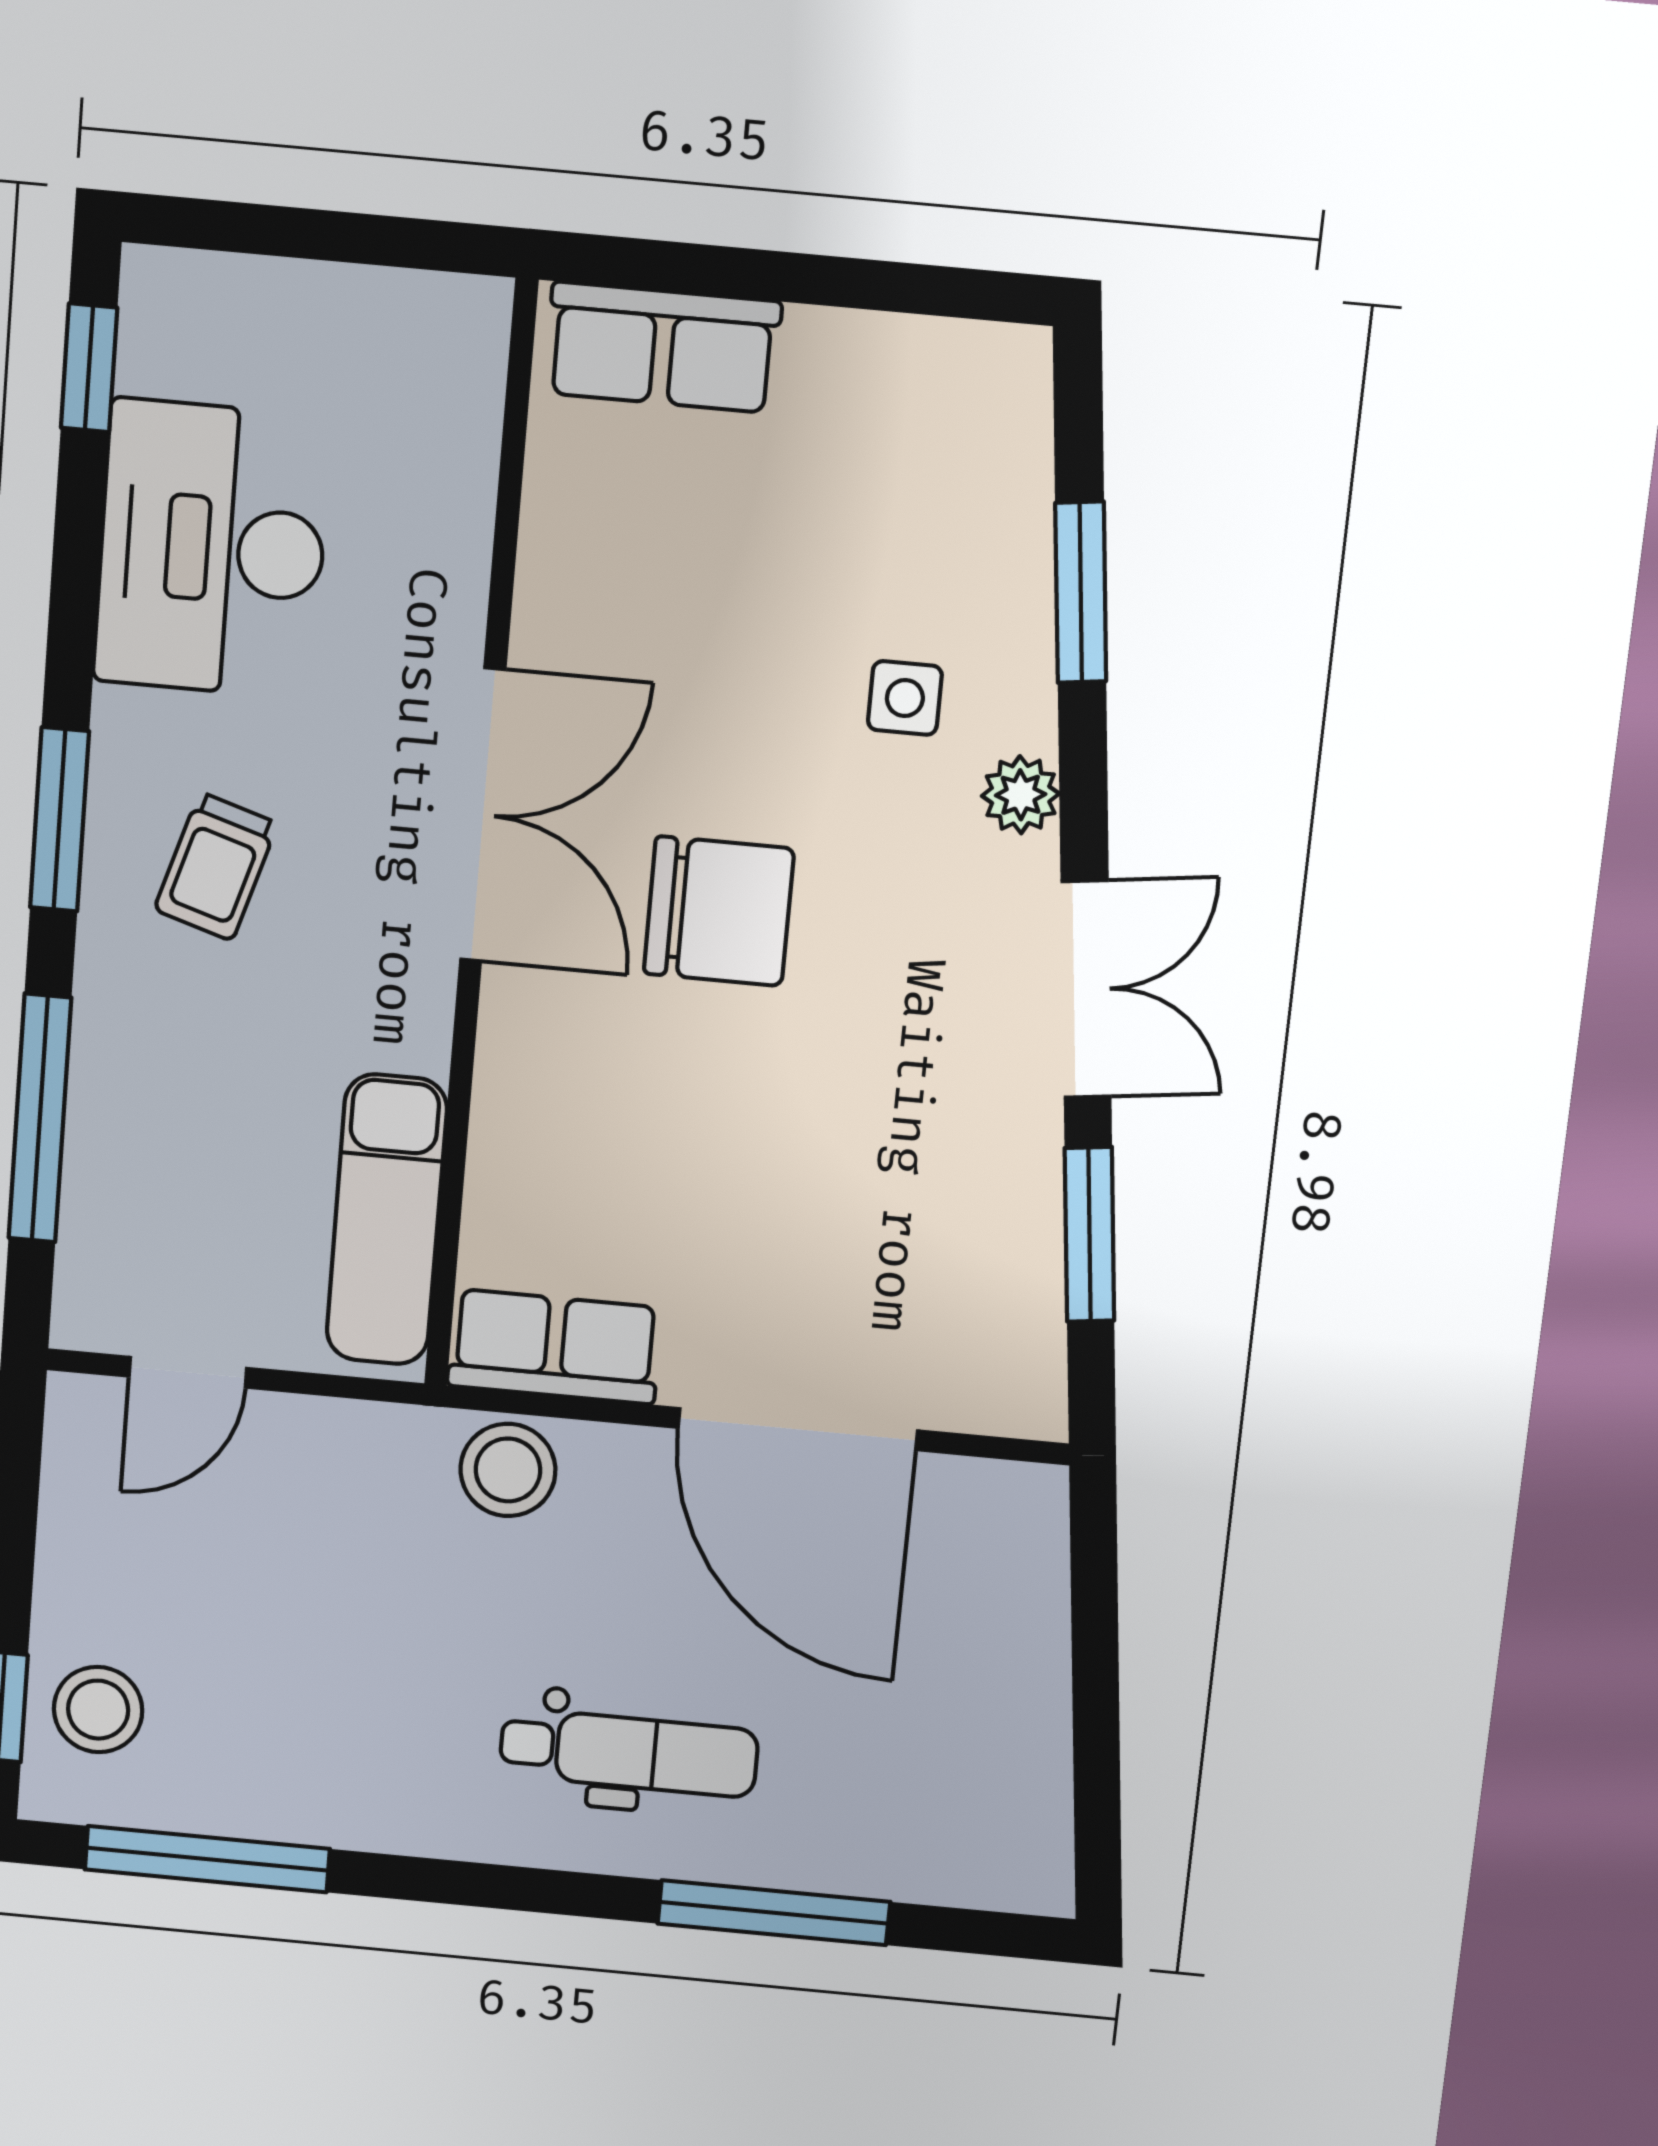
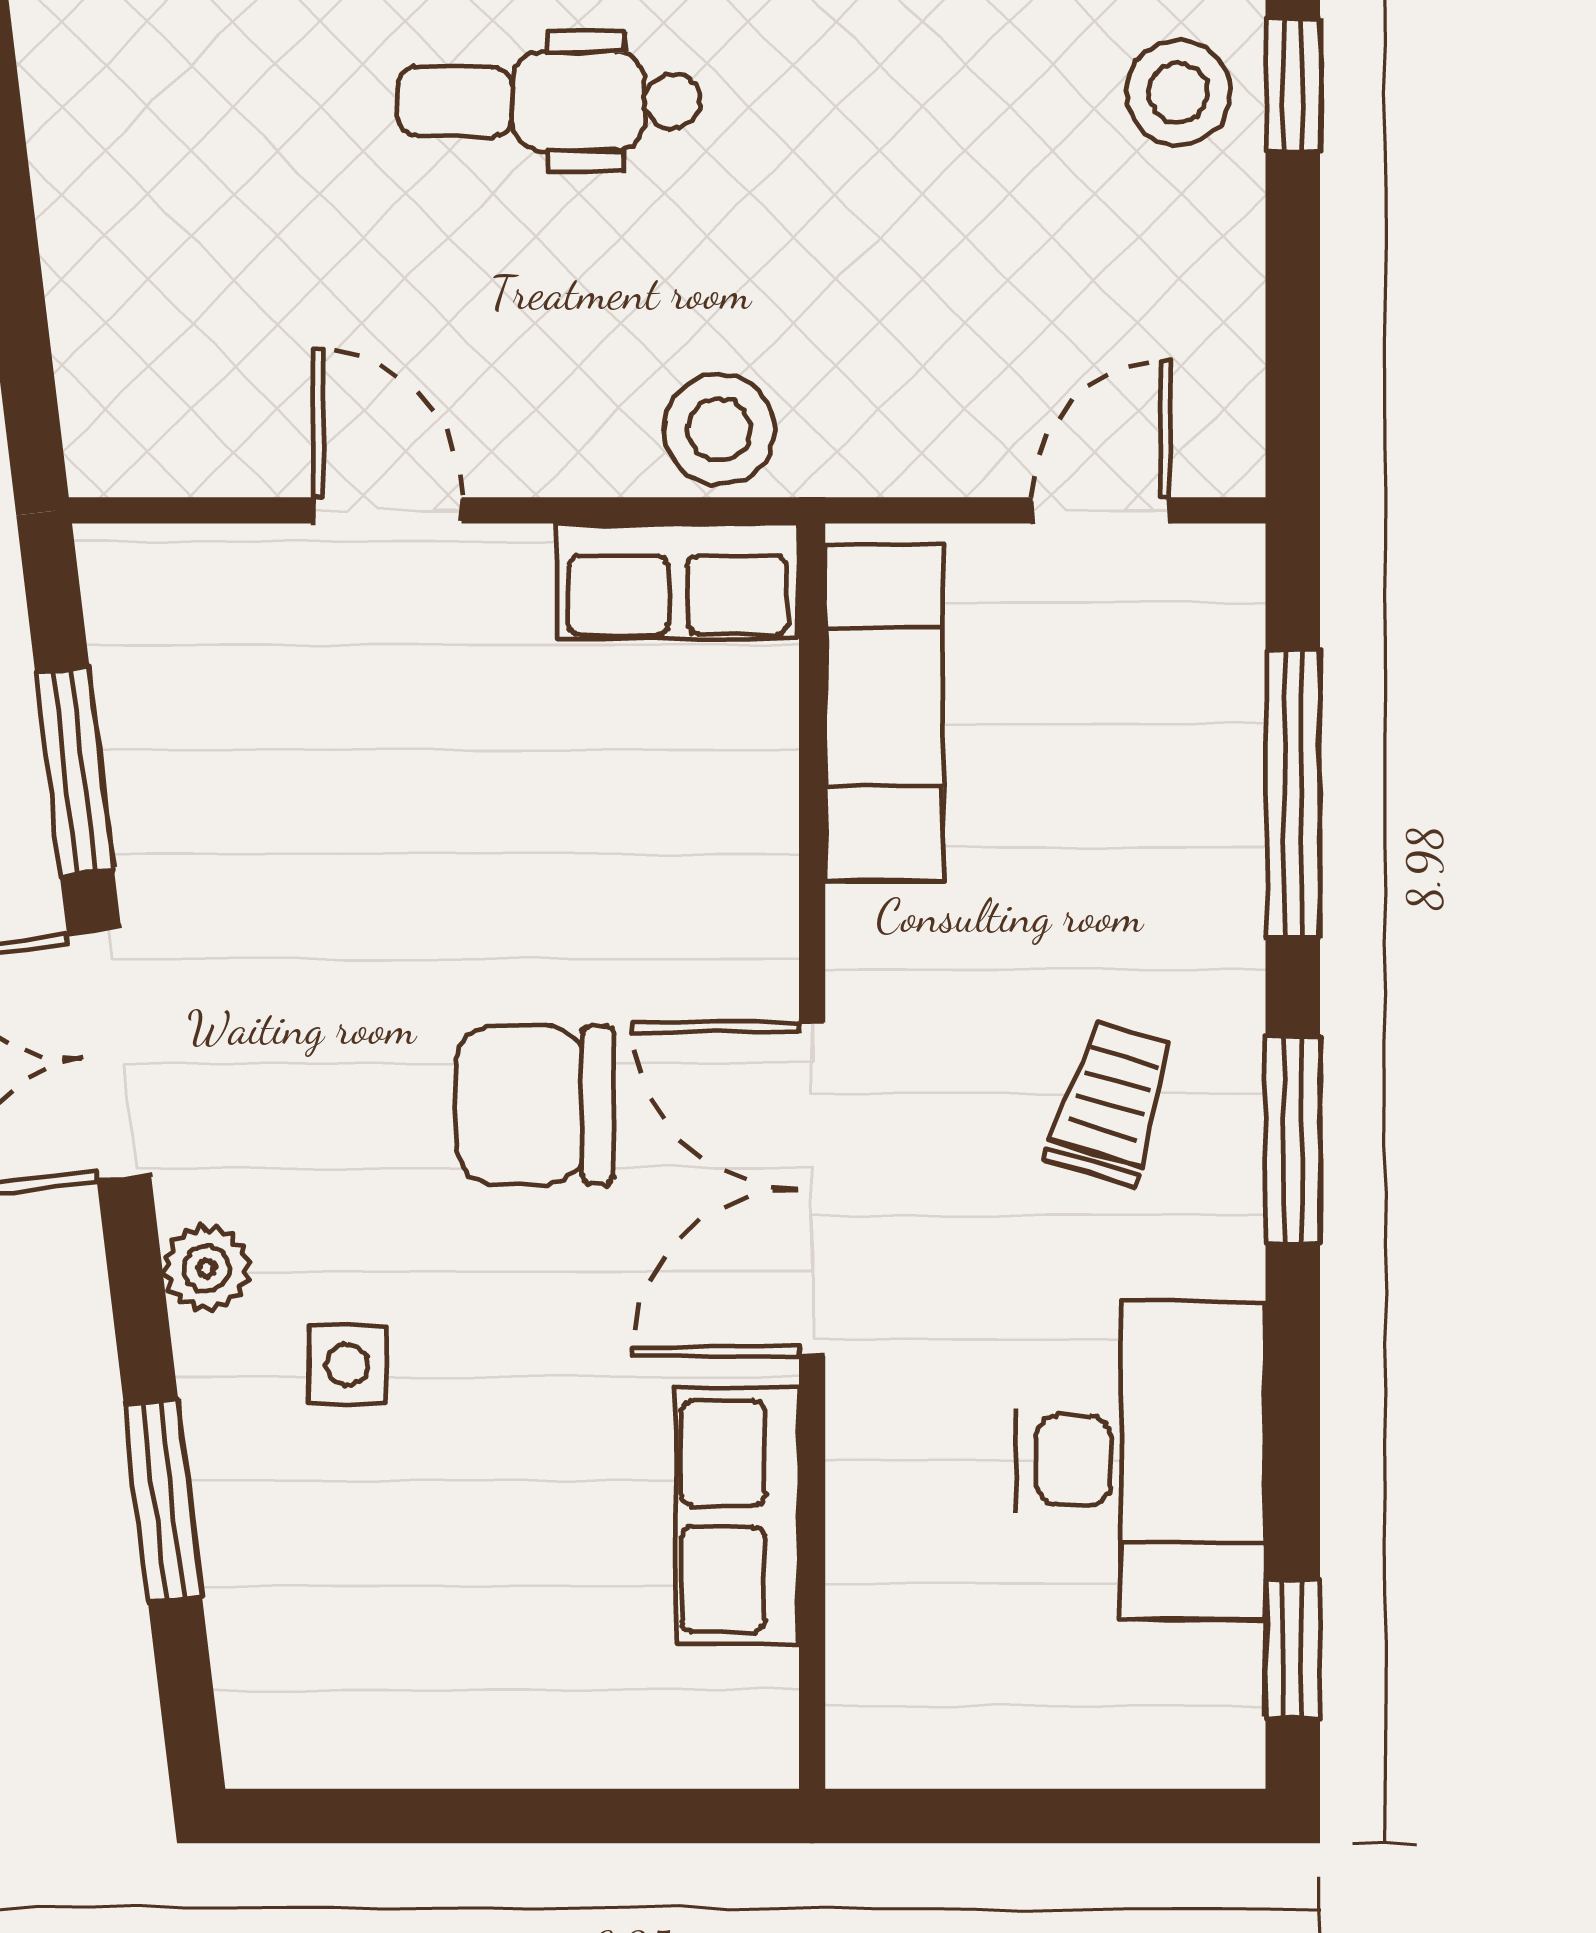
row of seats: (663, 347) -> (738, 1516), moved, turned -90
door: (798, 1429) -> (387, 510), width x0.53

